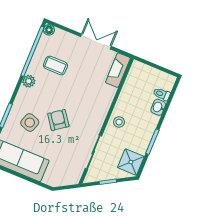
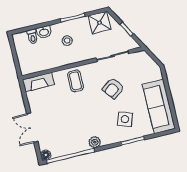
double door: (96, 41) -> (32, 128), moved
coffee table: (55, 65) -> (75, 81), moved
armchair: (58, 120) -> (113, 88), moved
stool: (119, 122) -> (67, 41), moved

